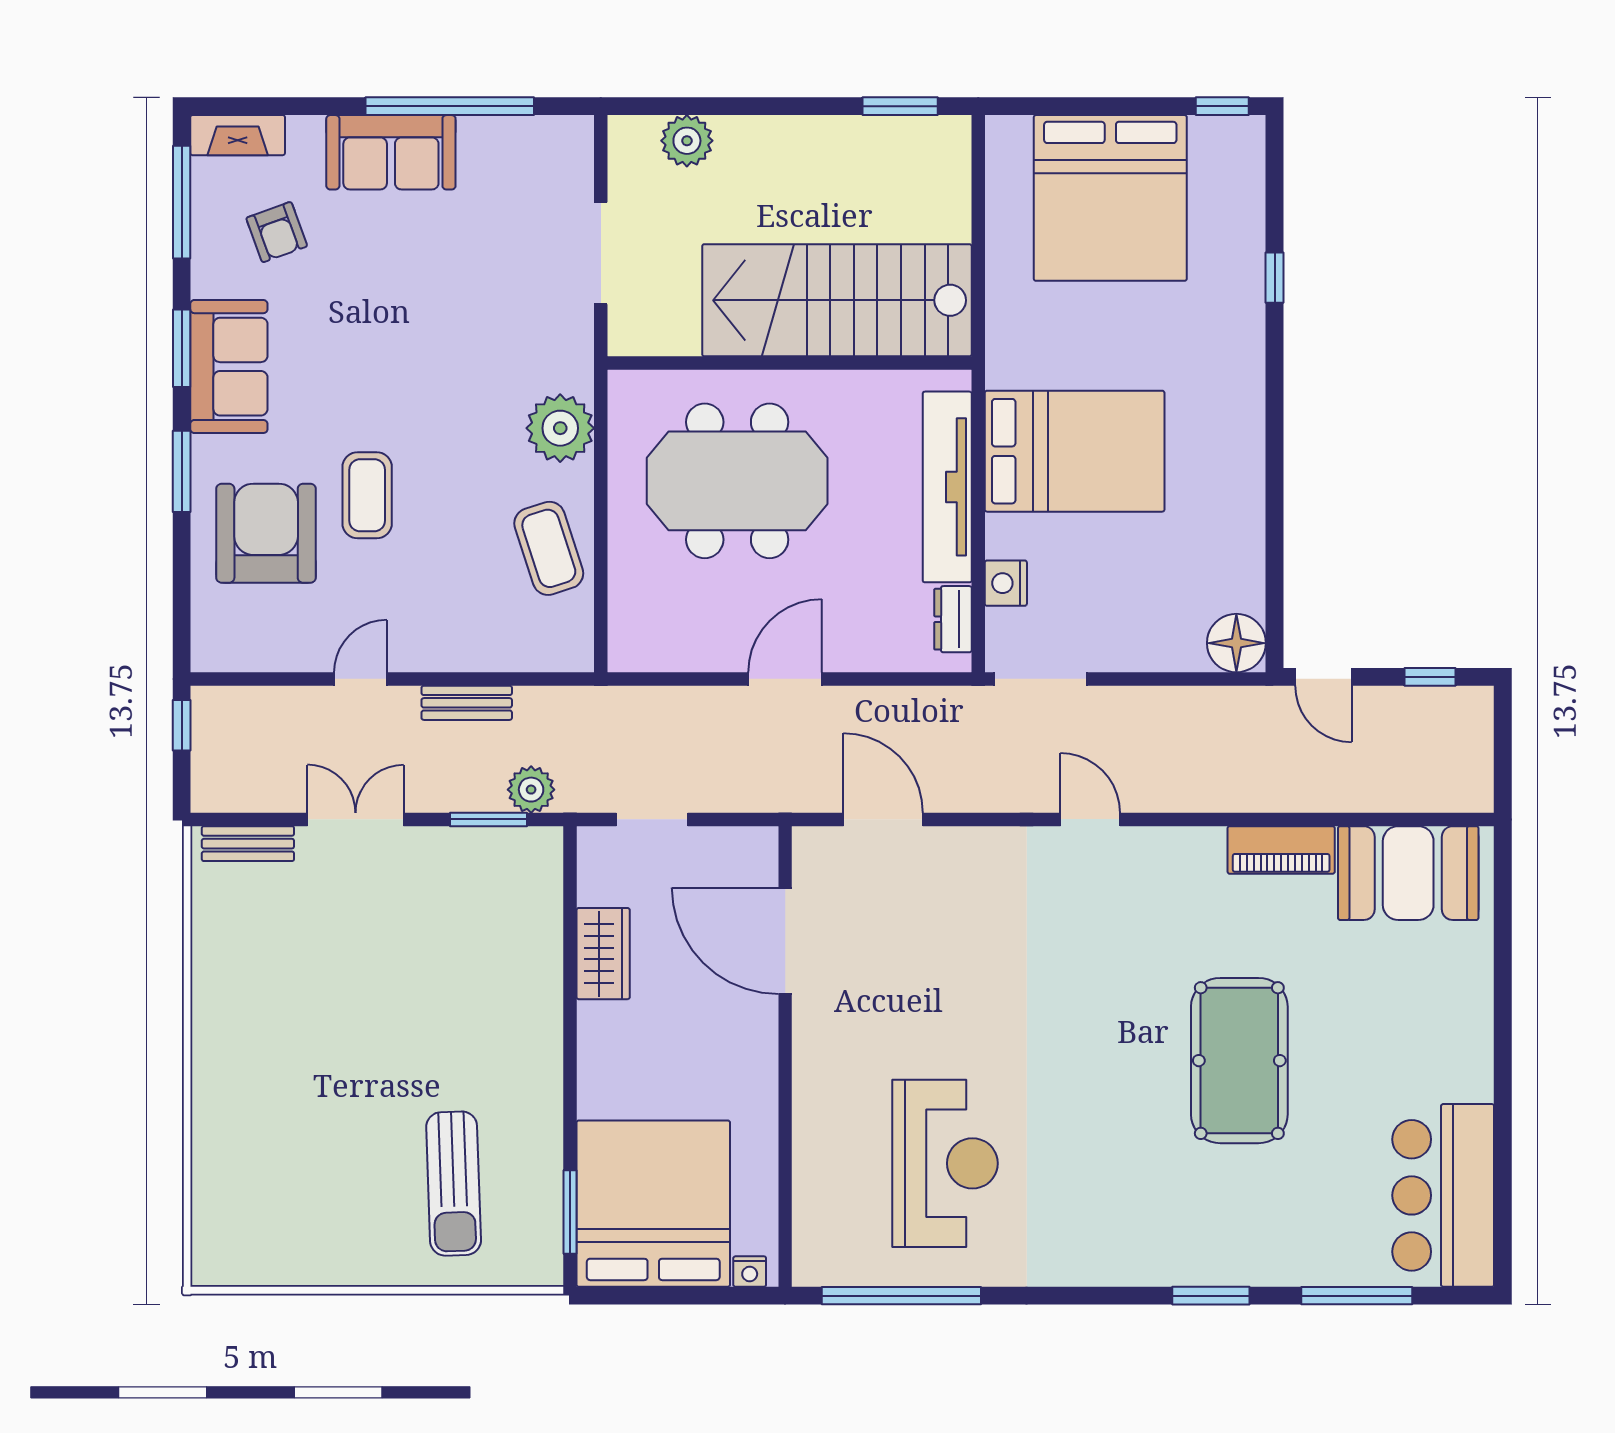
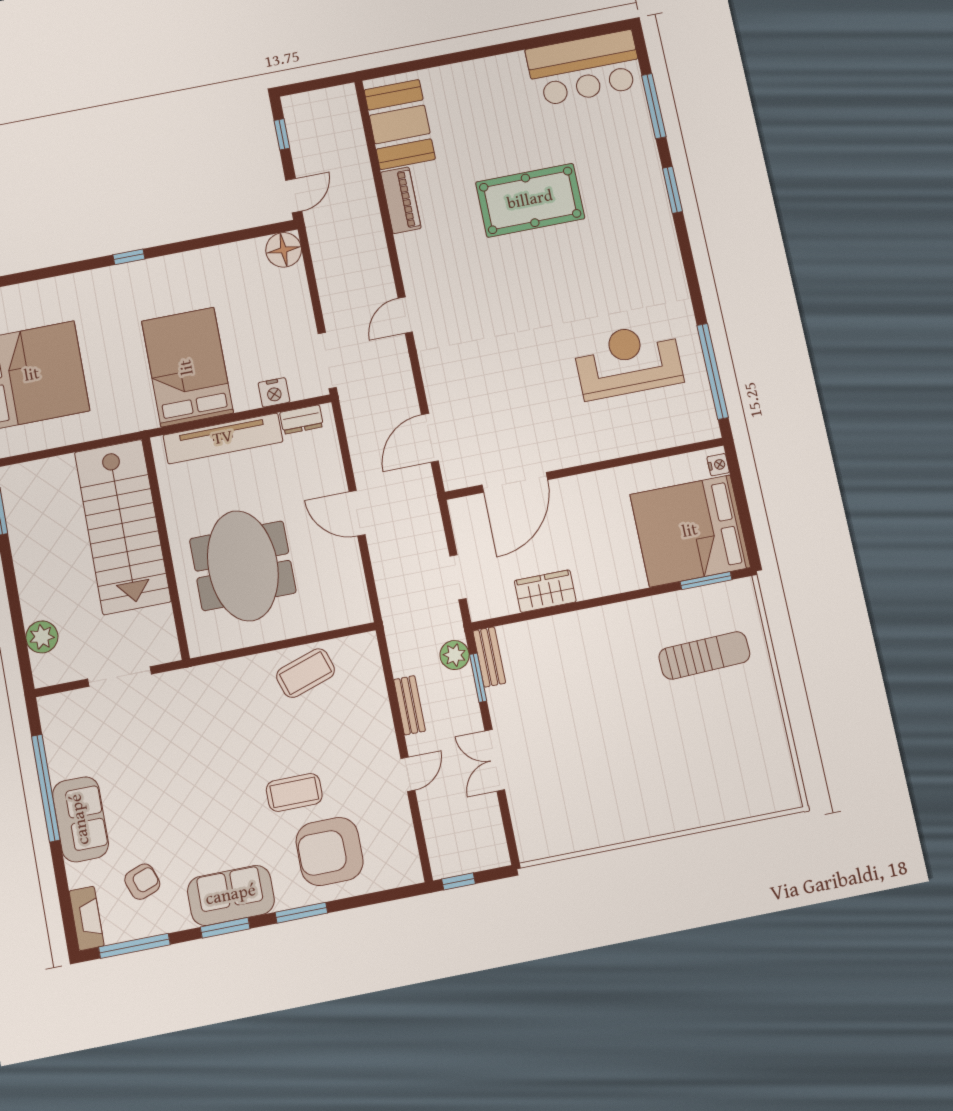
window: (1275, 278) -> (129, 257), moved
plant: (560, 428) -> (231, 680), removed
door: (361, 679) -> (408, 774), swing flipped
bench: (248, 844) -> (489, 657), moved

